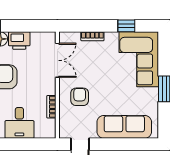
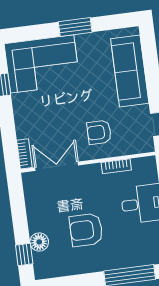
bookcase: (92, 36) -> (24, 154), moved
printer: (19, 41) -> (38, 218), removed

